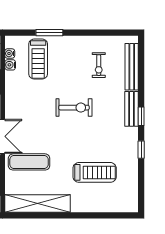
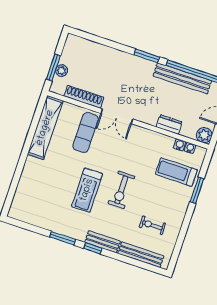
window: (141, 150) -> (63, 238), width x1.50
treadmill: (95, 172) -> (87, 190), moved

